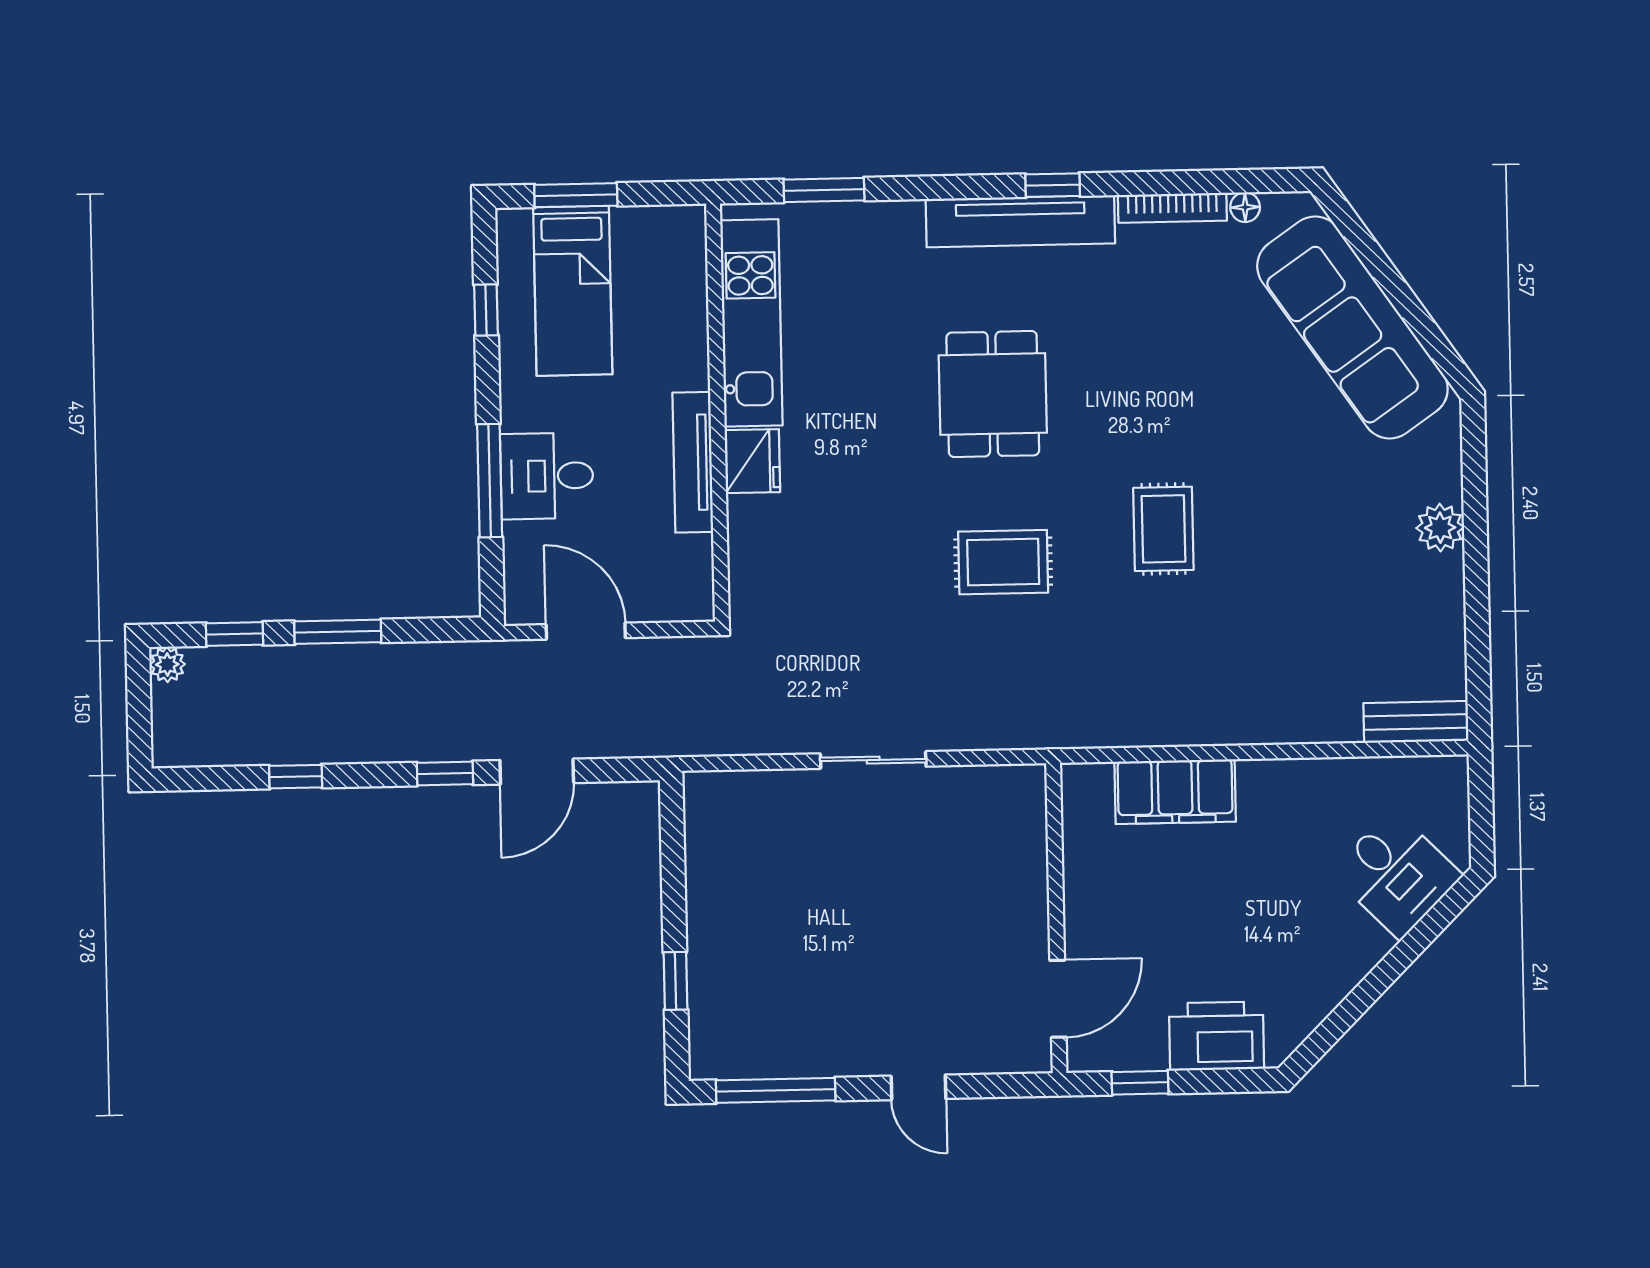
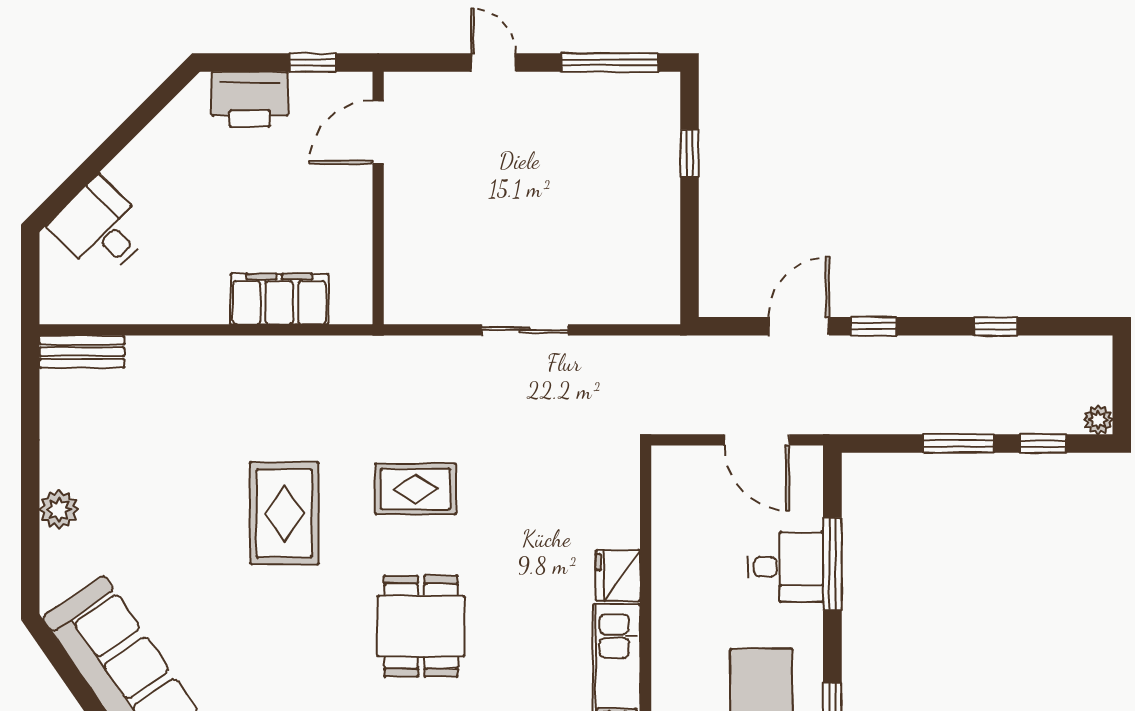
tv unit: (693, 462) -> (667, 576), removed
rug: (1163, 529) -> (284, 513), width x1.36, depth x1.43

